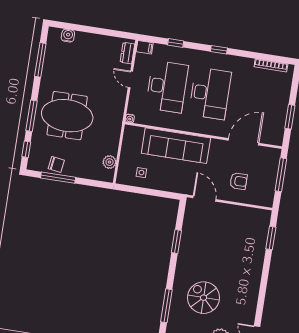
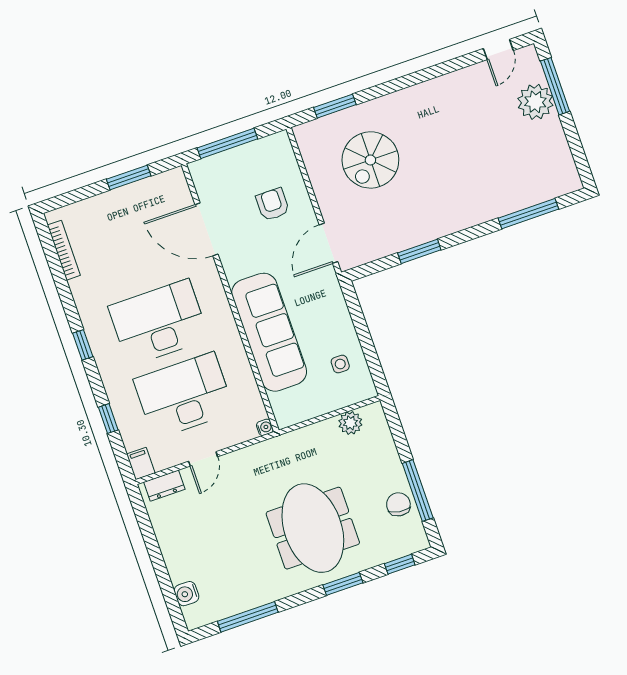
window: (31, 116) -> (343, 584), width x0.69
spiral stairs: (204, 298) -> (370, 160), moved

